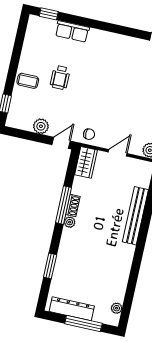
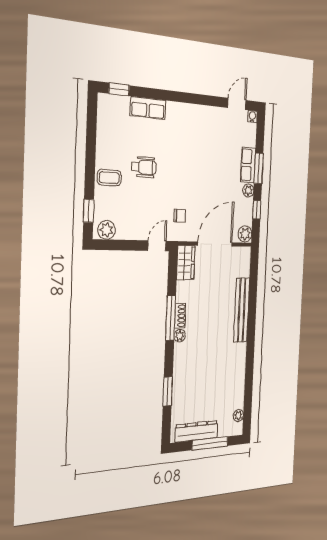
wheelchair: (60, 78) -> (144, 167), turned -90
plant: (41, 126) -> (107, 230), moved
chair: (89, 134) -> (180, 216), moved
door: (118, 153) -> (215, 244), width x1.87

